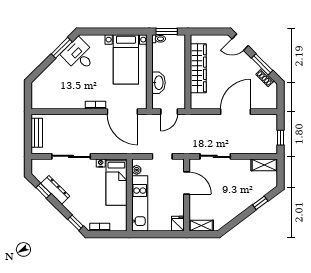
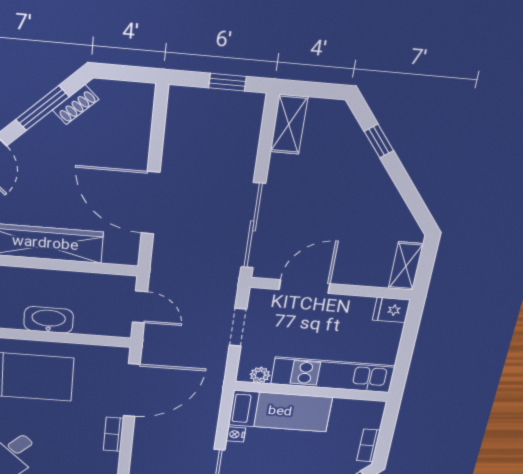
washbasin: (158, 83) -> (49, 320), moved
door: (235, 112) -> (150, 203), moved
sliding door: (215, 156) -> (253, 226), width x1.37

